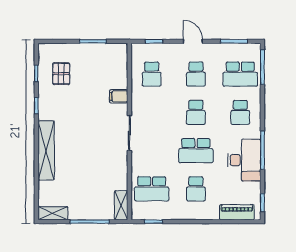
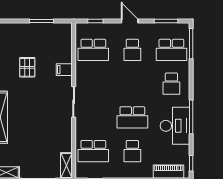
pallet: (61, 74) -> (27, 67), moved
school desk: (152, 74) -> (93, 50), width x1.85
school desk: (196, 112) -> (132, 84), removed

